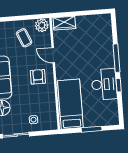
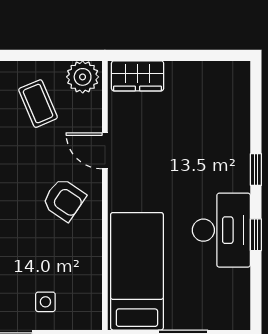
window: (116, 58) -> (256, 170), width x0.46
armchair: (38, 77) -> (64, 200), turned 124

